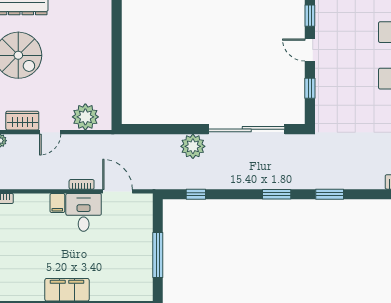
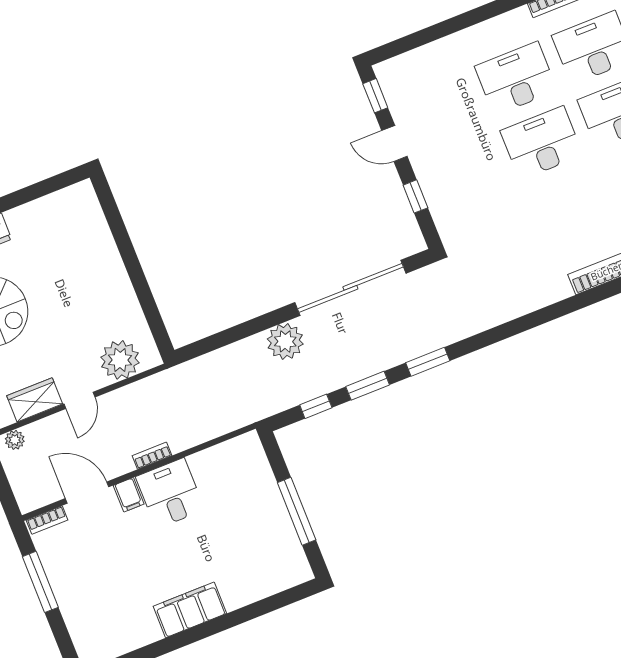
door: (118, 191) -> (87, 493), moved
window: (330, 194) -> (368, 386), moved

